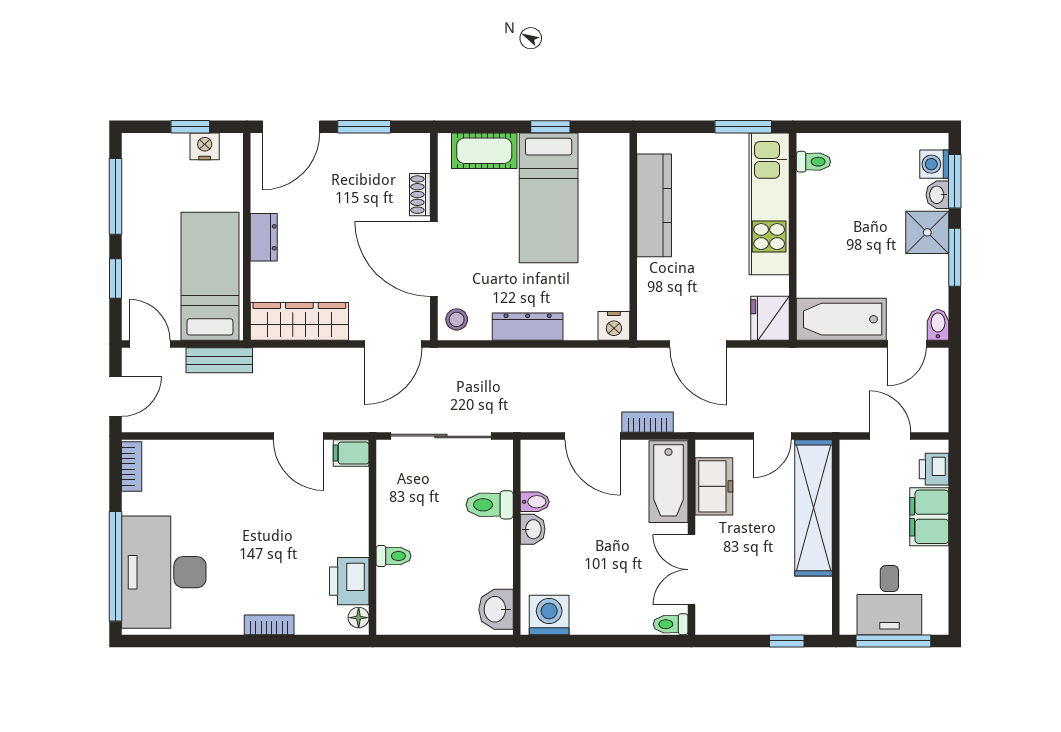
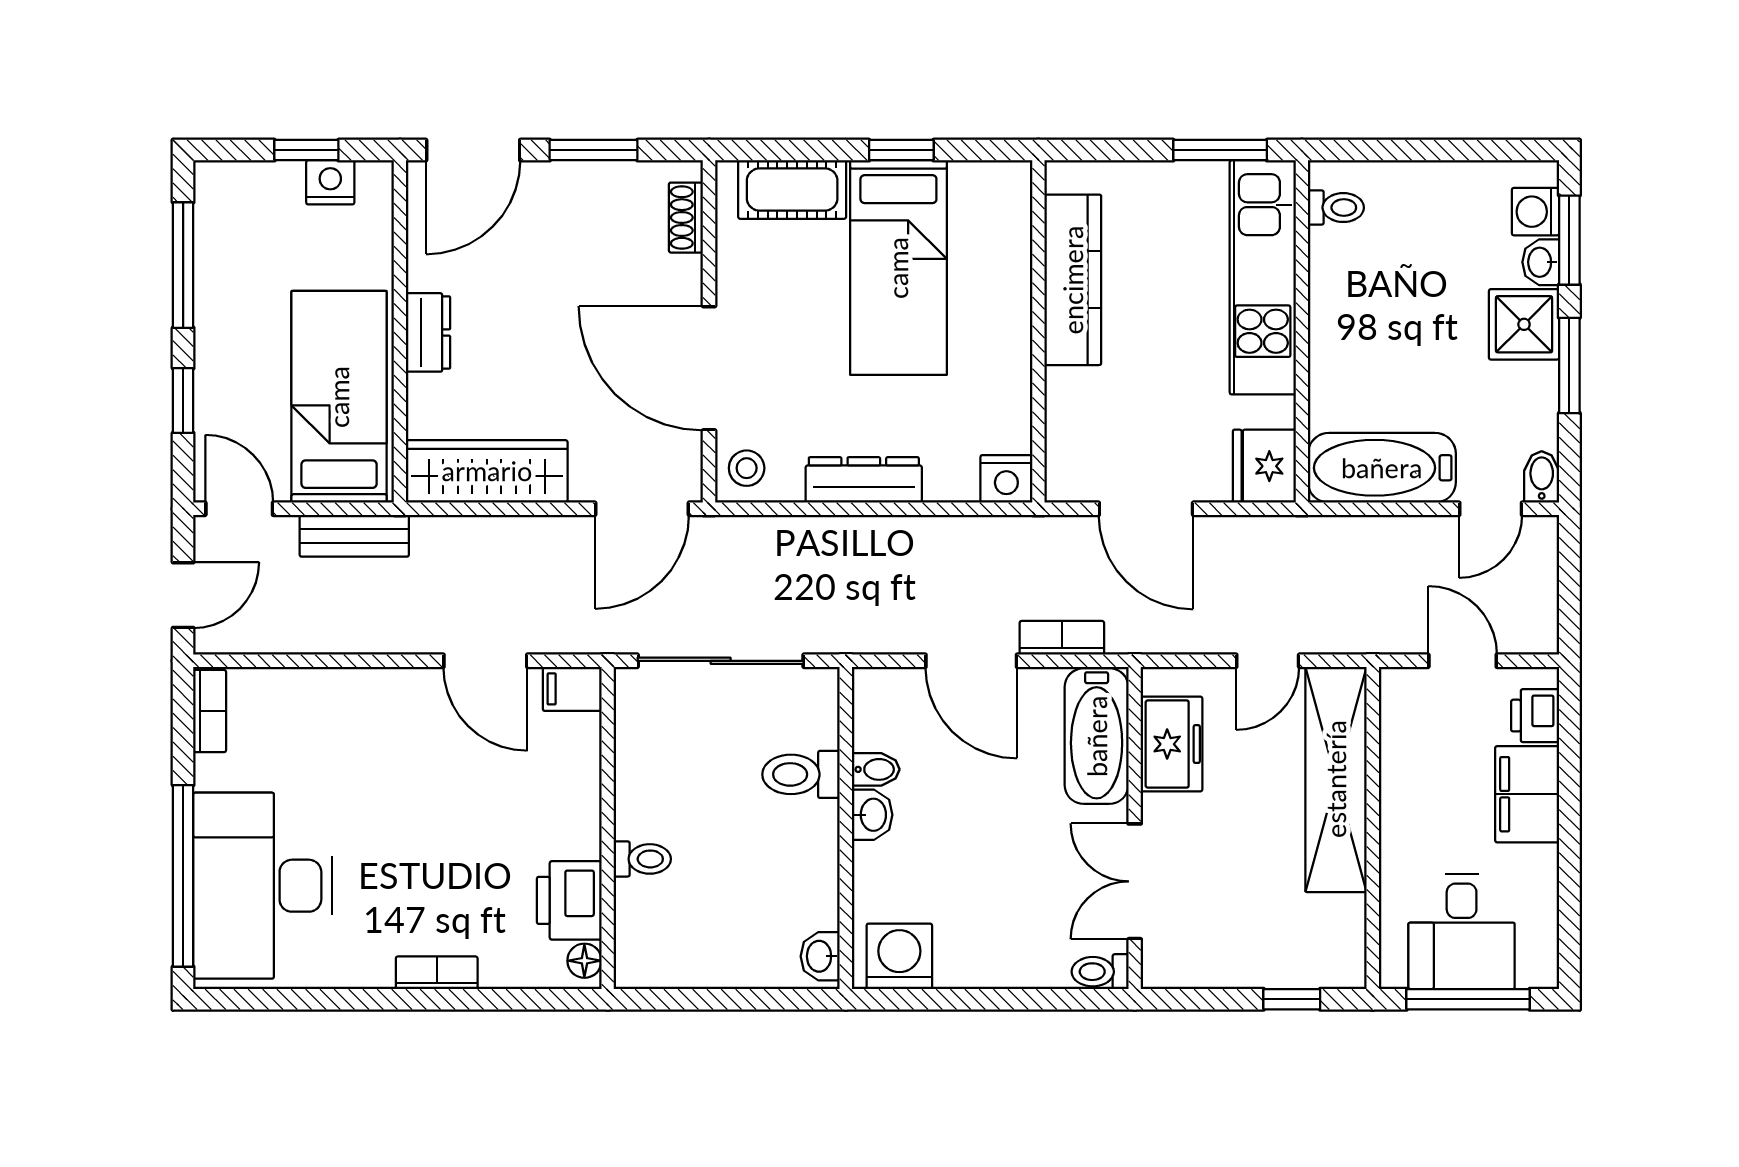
shoe rack: (420, 195) -> (686, 218), moved
washbasin: (496, 609) -> (820, 956), width x0.72, depth x0.69

